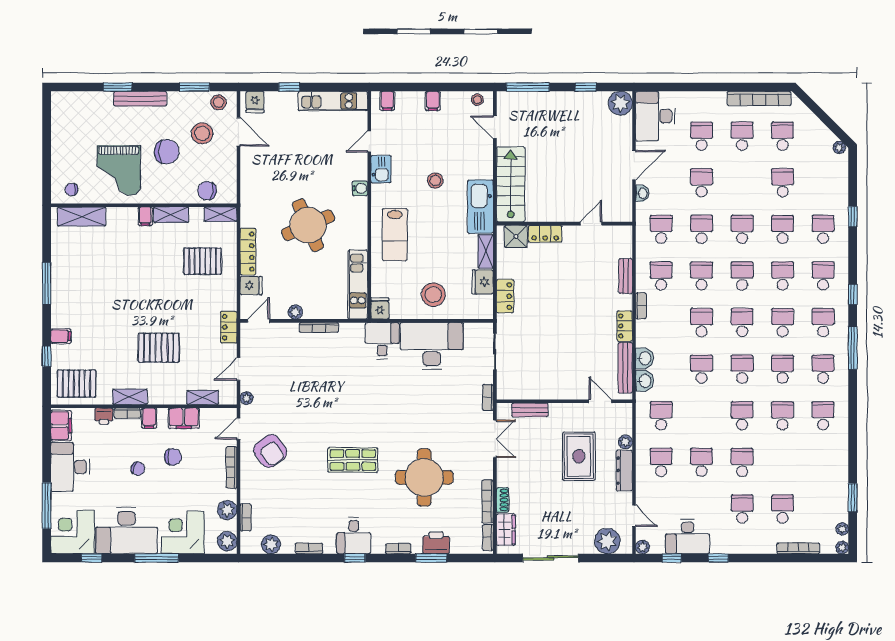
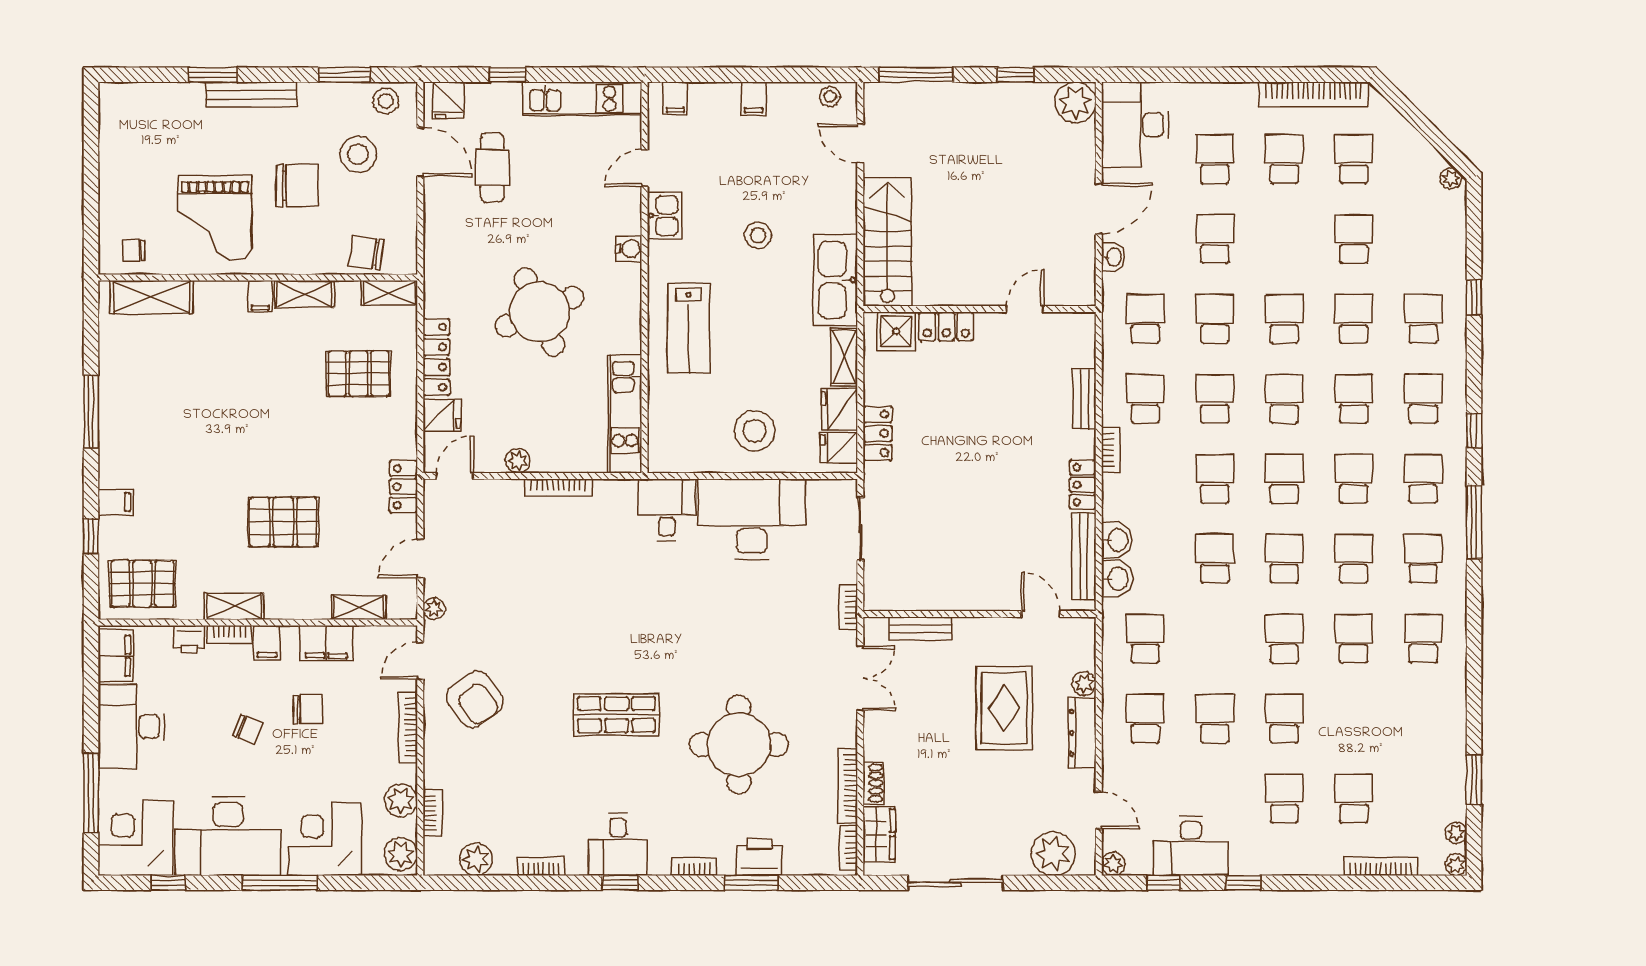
cafe table: (280, 141) -> (492, 167), added
fridge: (380, 308) -> (839, 448), moved, turned -90

